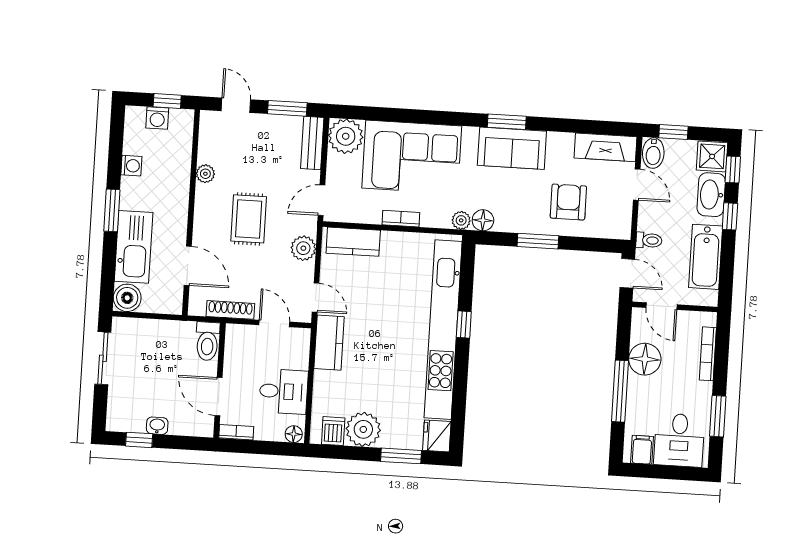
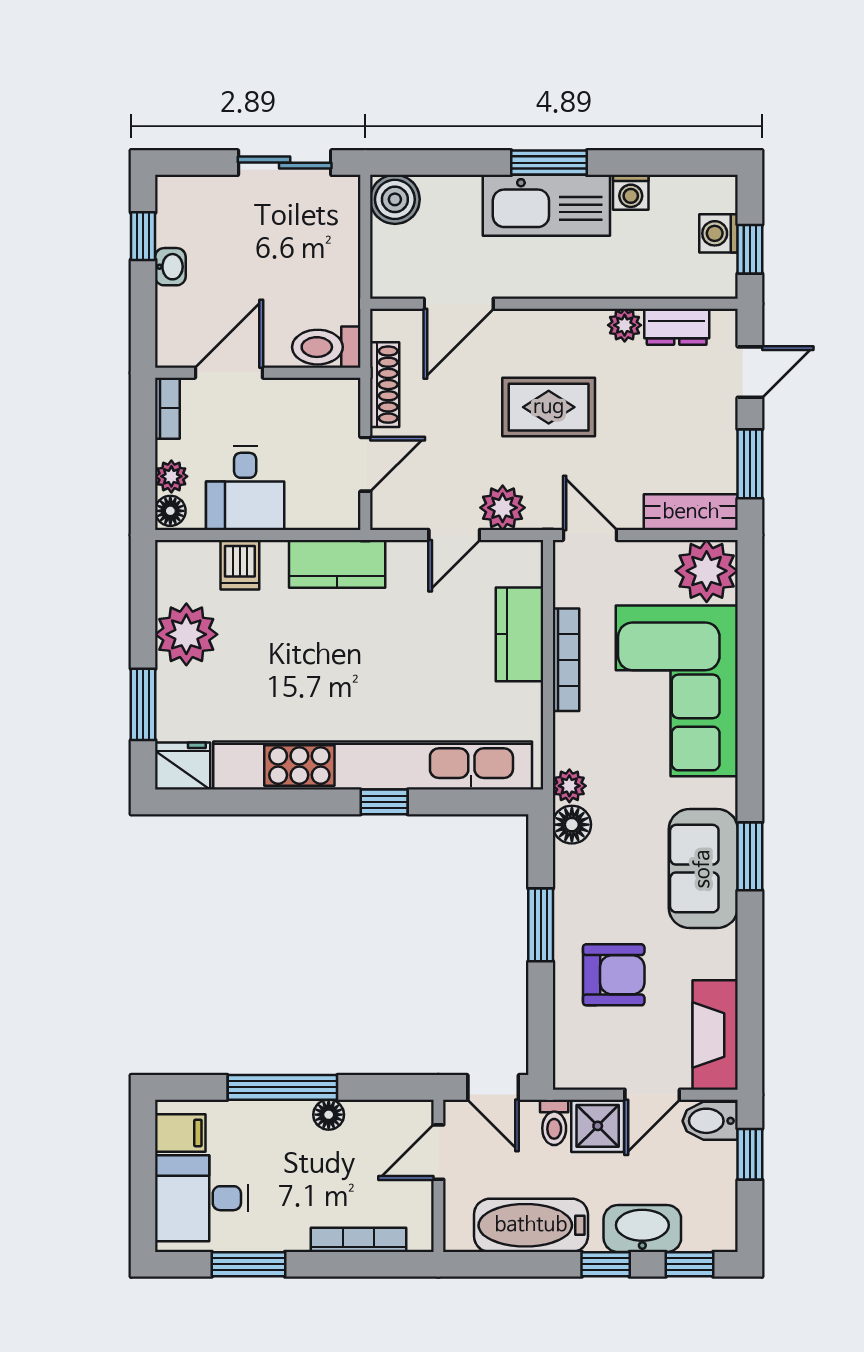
dresser: (208, 145) -> (677, 327), added
shower: (712, 156) -> (598, 1126), moved
bookcase: (401, 219) -> (566, 660), width x1.56
kitchen counter: (353, 242) -> (520, 634), moved
kitchen sink: (134, 247) -> (546, 205), moved
door: (627, 273) -> (493, 1087), hinge flipped
door: (316, 297) -> (454, 535), moved
floor lamp: (645, 359) -> (329, 1115), width x0.53, depth x0.53
dishwasher: (333, 431) -> (240, 565), moved, turned 90
plant: (275, 432) -> (171, 476), added

